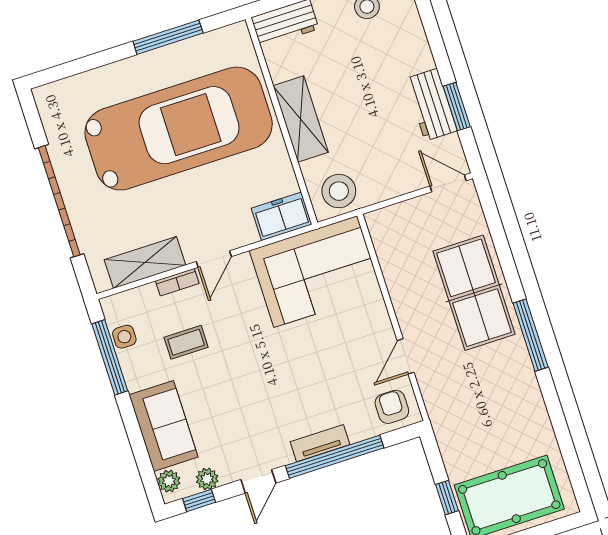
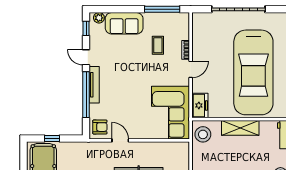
door: (214, 259) -> (191, 69), swing flipped
shelving: (145, 262) -> (199, 38), removed
side table: (124, 337) -> (169, 19), removed
tv unit: (320, 443) -> (94, 85), width x1.41
plant: (207, 479) -> (94, 35), removed

